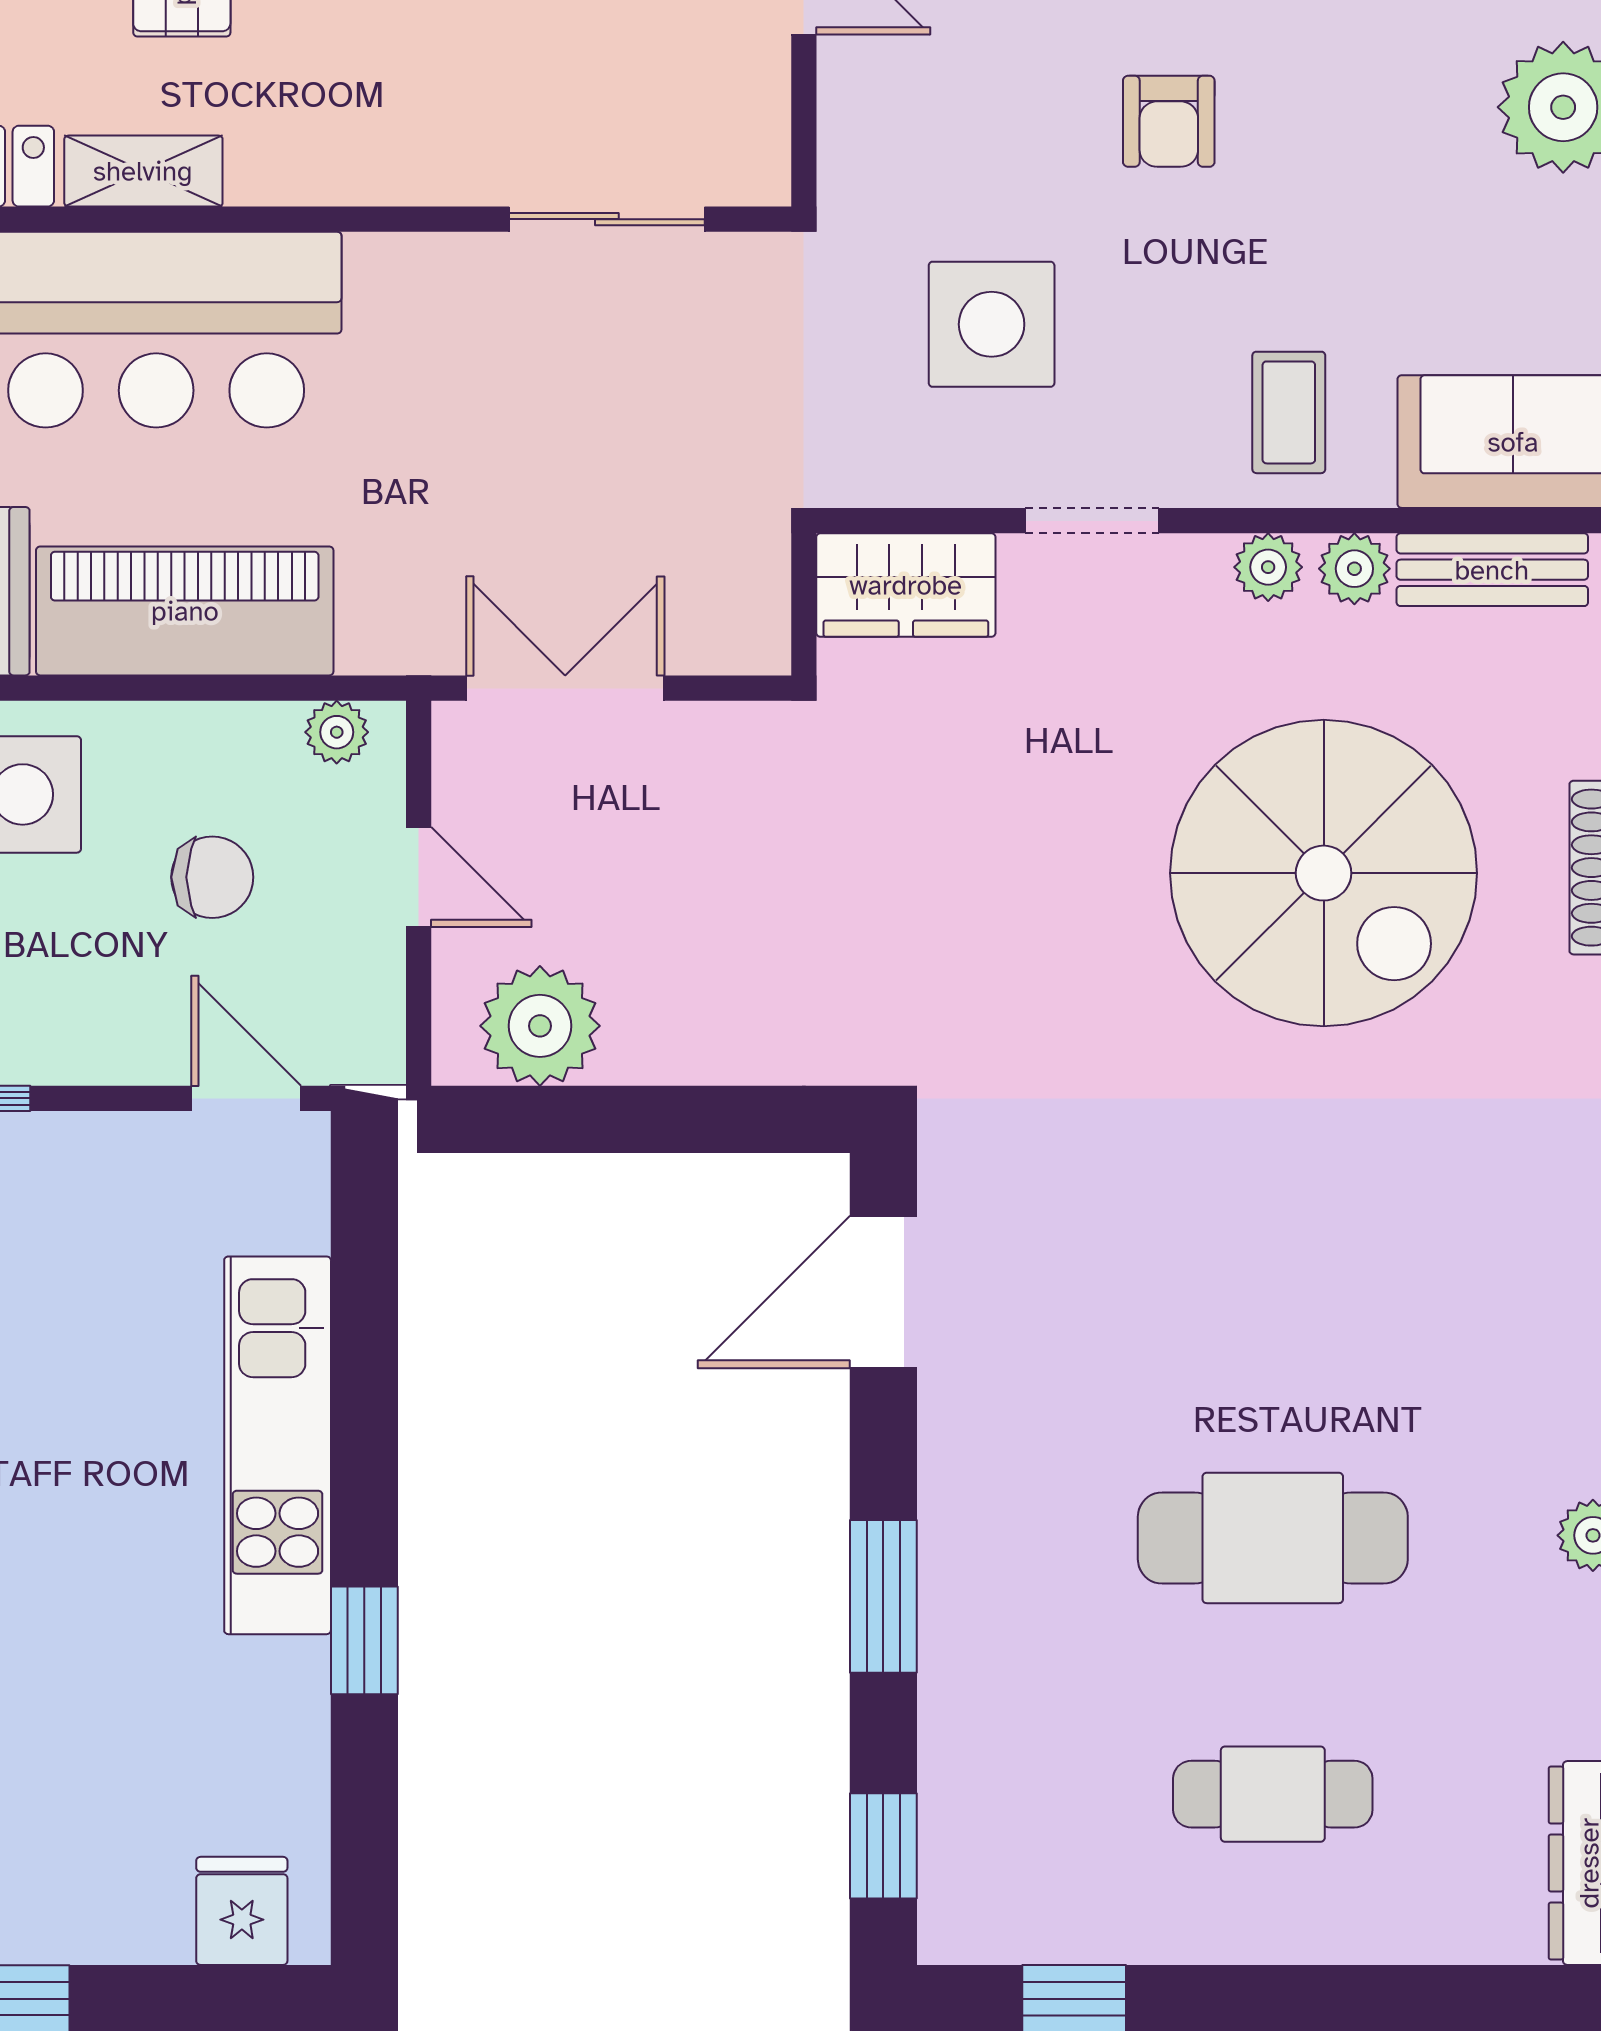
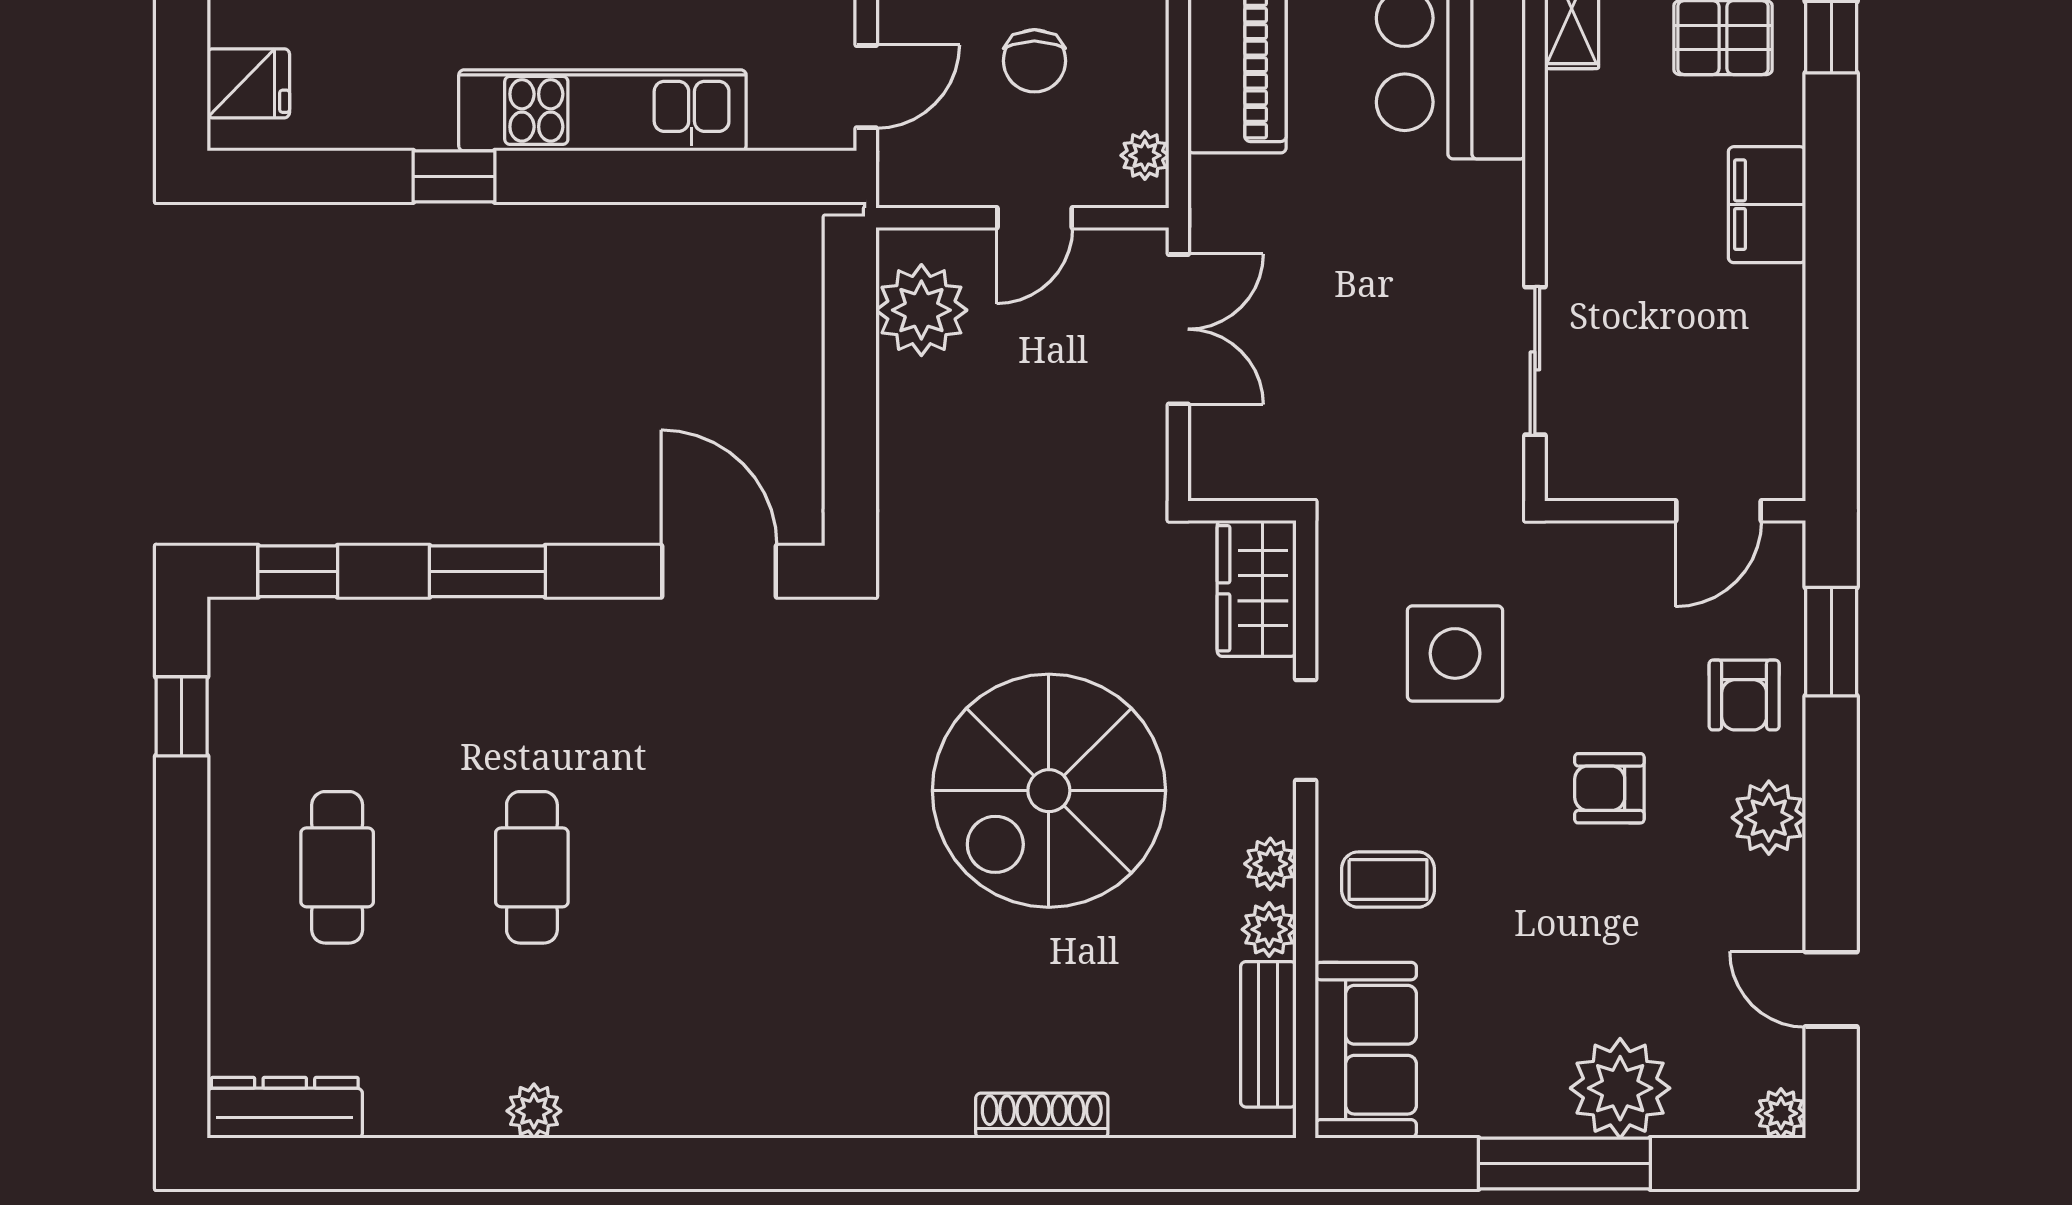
spiral stairs: (1324, 873) -> (1049, 791), moved
cafe table: (1273, 1538) -> (532, 867), width x0.73, depth x0.74

